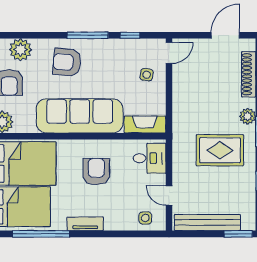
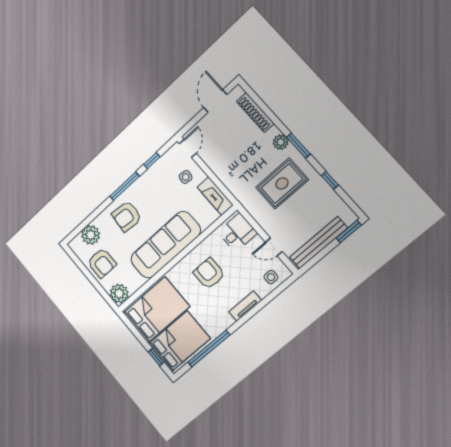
fireplace: (145, 124) -> (215, 196), moved, turned -90
tv unit: (85, 224) -> (245, 306), moved

